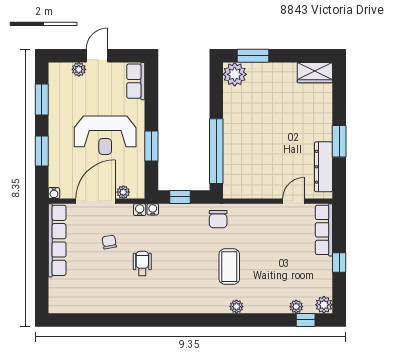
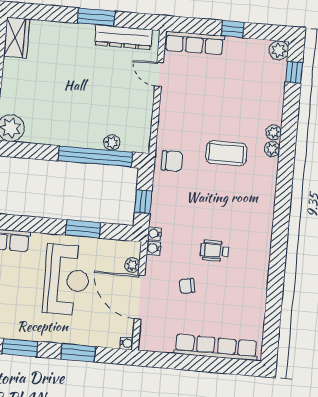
plant: (230, 165) -> (112, 142), added
row of seats: (57, 240) -> (216, 347), moved
plant: (296, 307) -> (274, 132), moved

